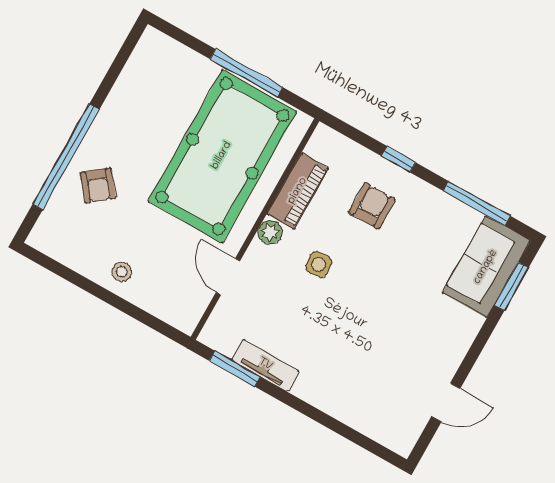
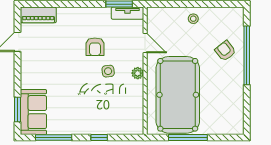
piano: (298, 191) -> (38, 15), moved, turned -90
armchair: (372, 206) -> (95, 47), moved
tv unit: (265, 365) -> (128, 13), moved

